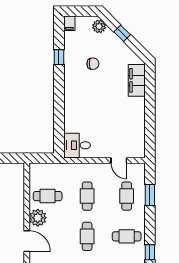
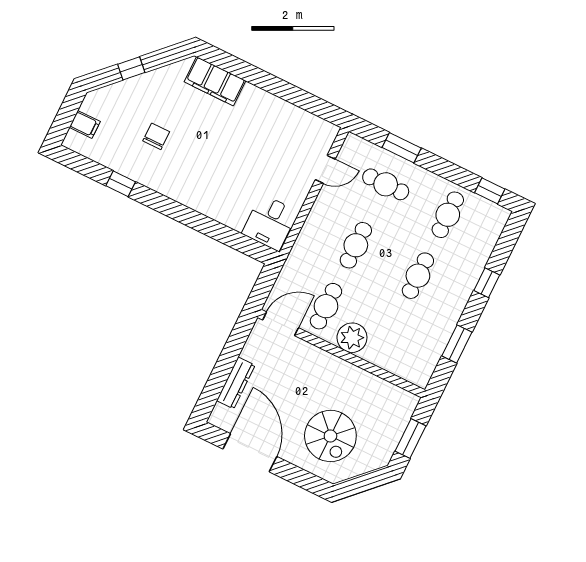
filing cabinet: (69, 23) -> (85, 124), moved
plant: (99, 26) -> (103, 99), removed
cafe table: (87, 196) -> (356, 245), turned 90
cafe table: (87, 236) -> (418, 276), turned 90
door: (27, 241) -> (281, 324), moved

